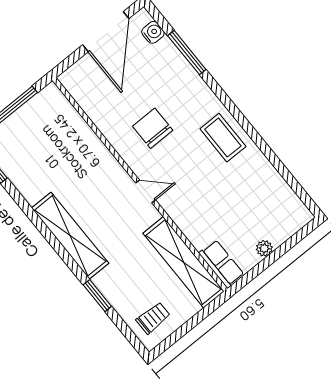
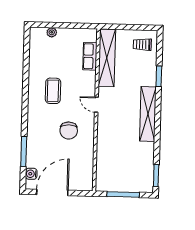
coffee table: (223, 138) -> (53, 91), moved
plant: (264, 248) -> (52, 32), moved
row of seats: (221, 264) -> (90, 56), moved

